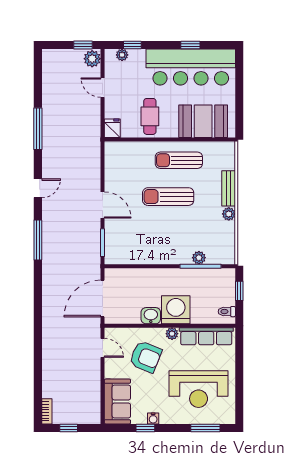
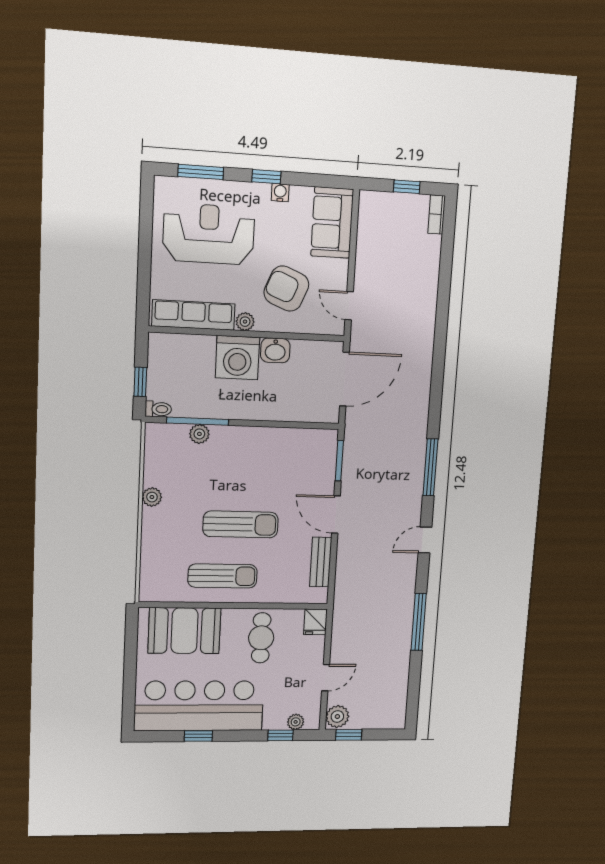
door: (103, 88) -> (326, 678), hinge flipped
bench: (229, 188) -> (321, 562), moved
toilet: (227, 312) -> (158, 409), moved
window: (145, 428) -> (266, 177), moved

